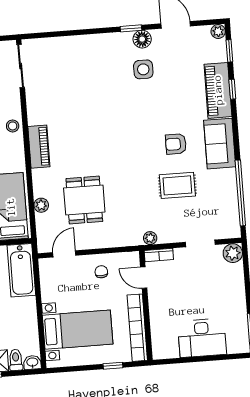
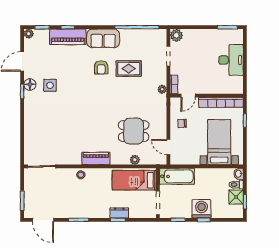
rug: (177, 185) -> (129, 69), turned 90

